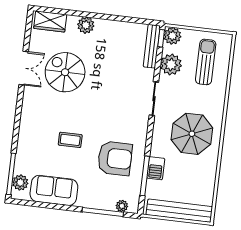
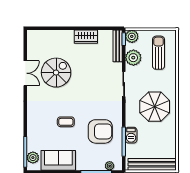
wardrobe: (50, 21) -> (86, 37), moved
plant: (86, 25) -> (67, 36), removed
spiral stairs: (65, 72) -> (56, 73), turned 90

